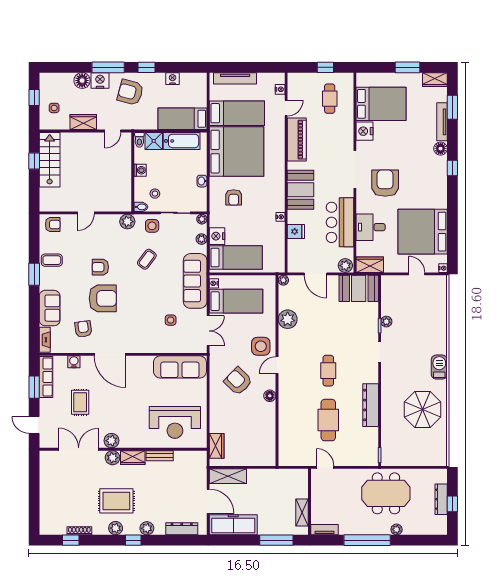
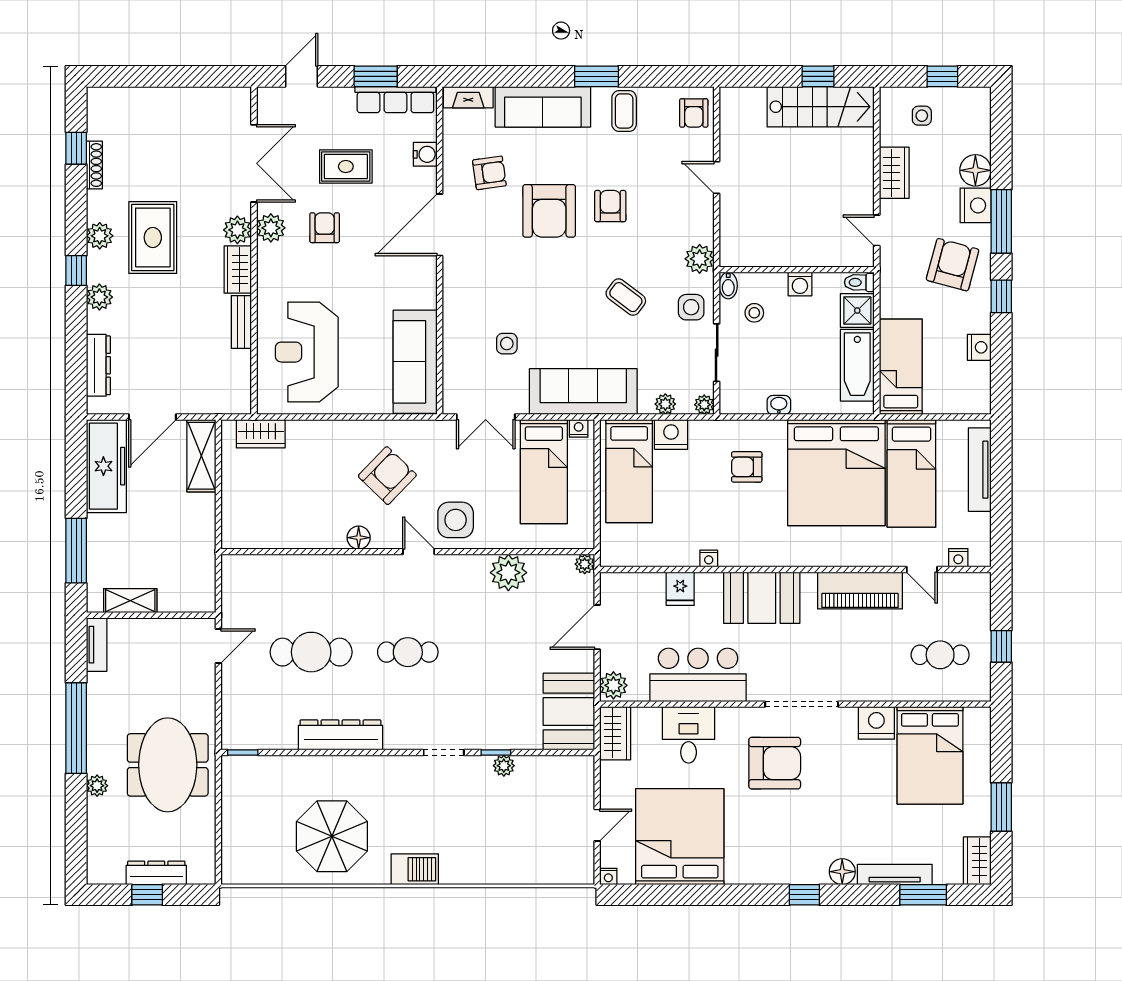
sofa: (50, 308) -> (543, 107), width x1.36
armchair: (111, 413) -> (325, 228), added

